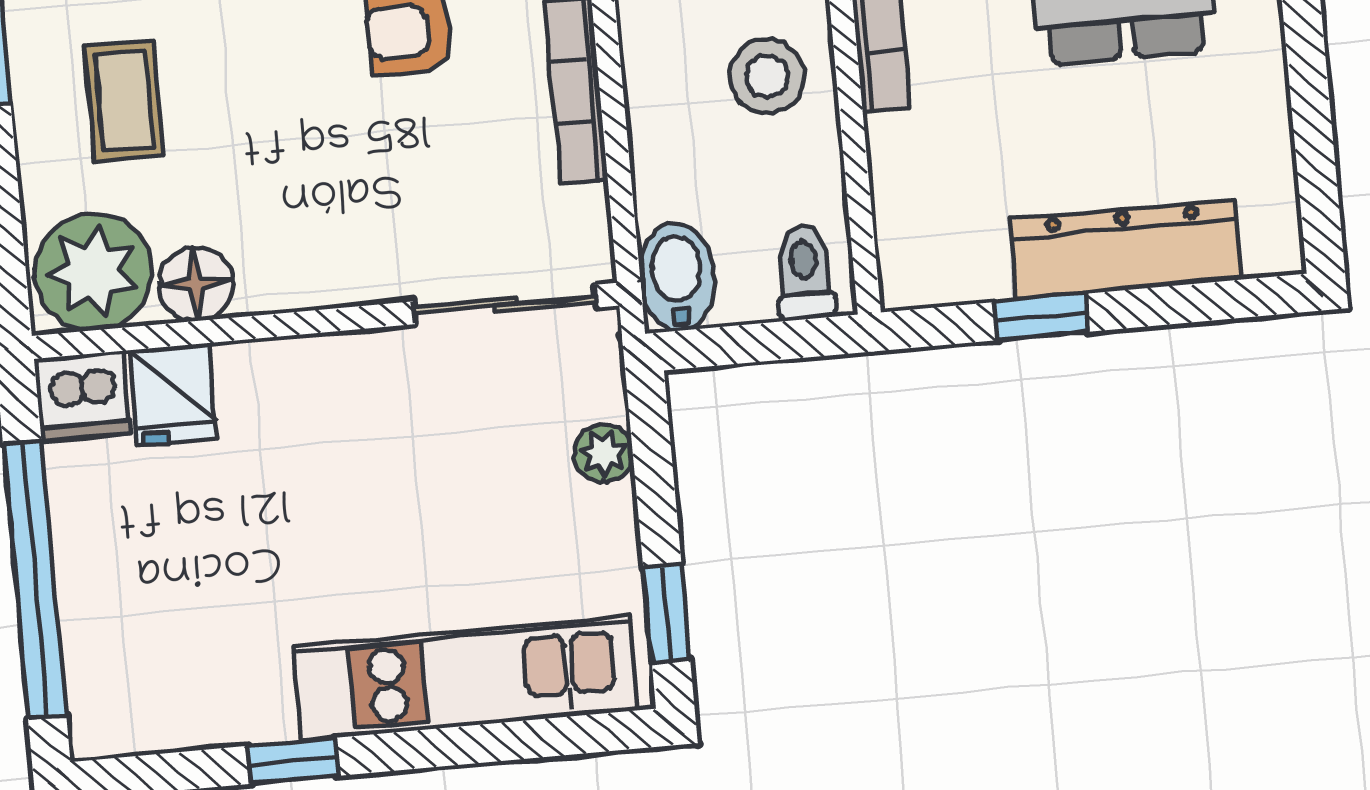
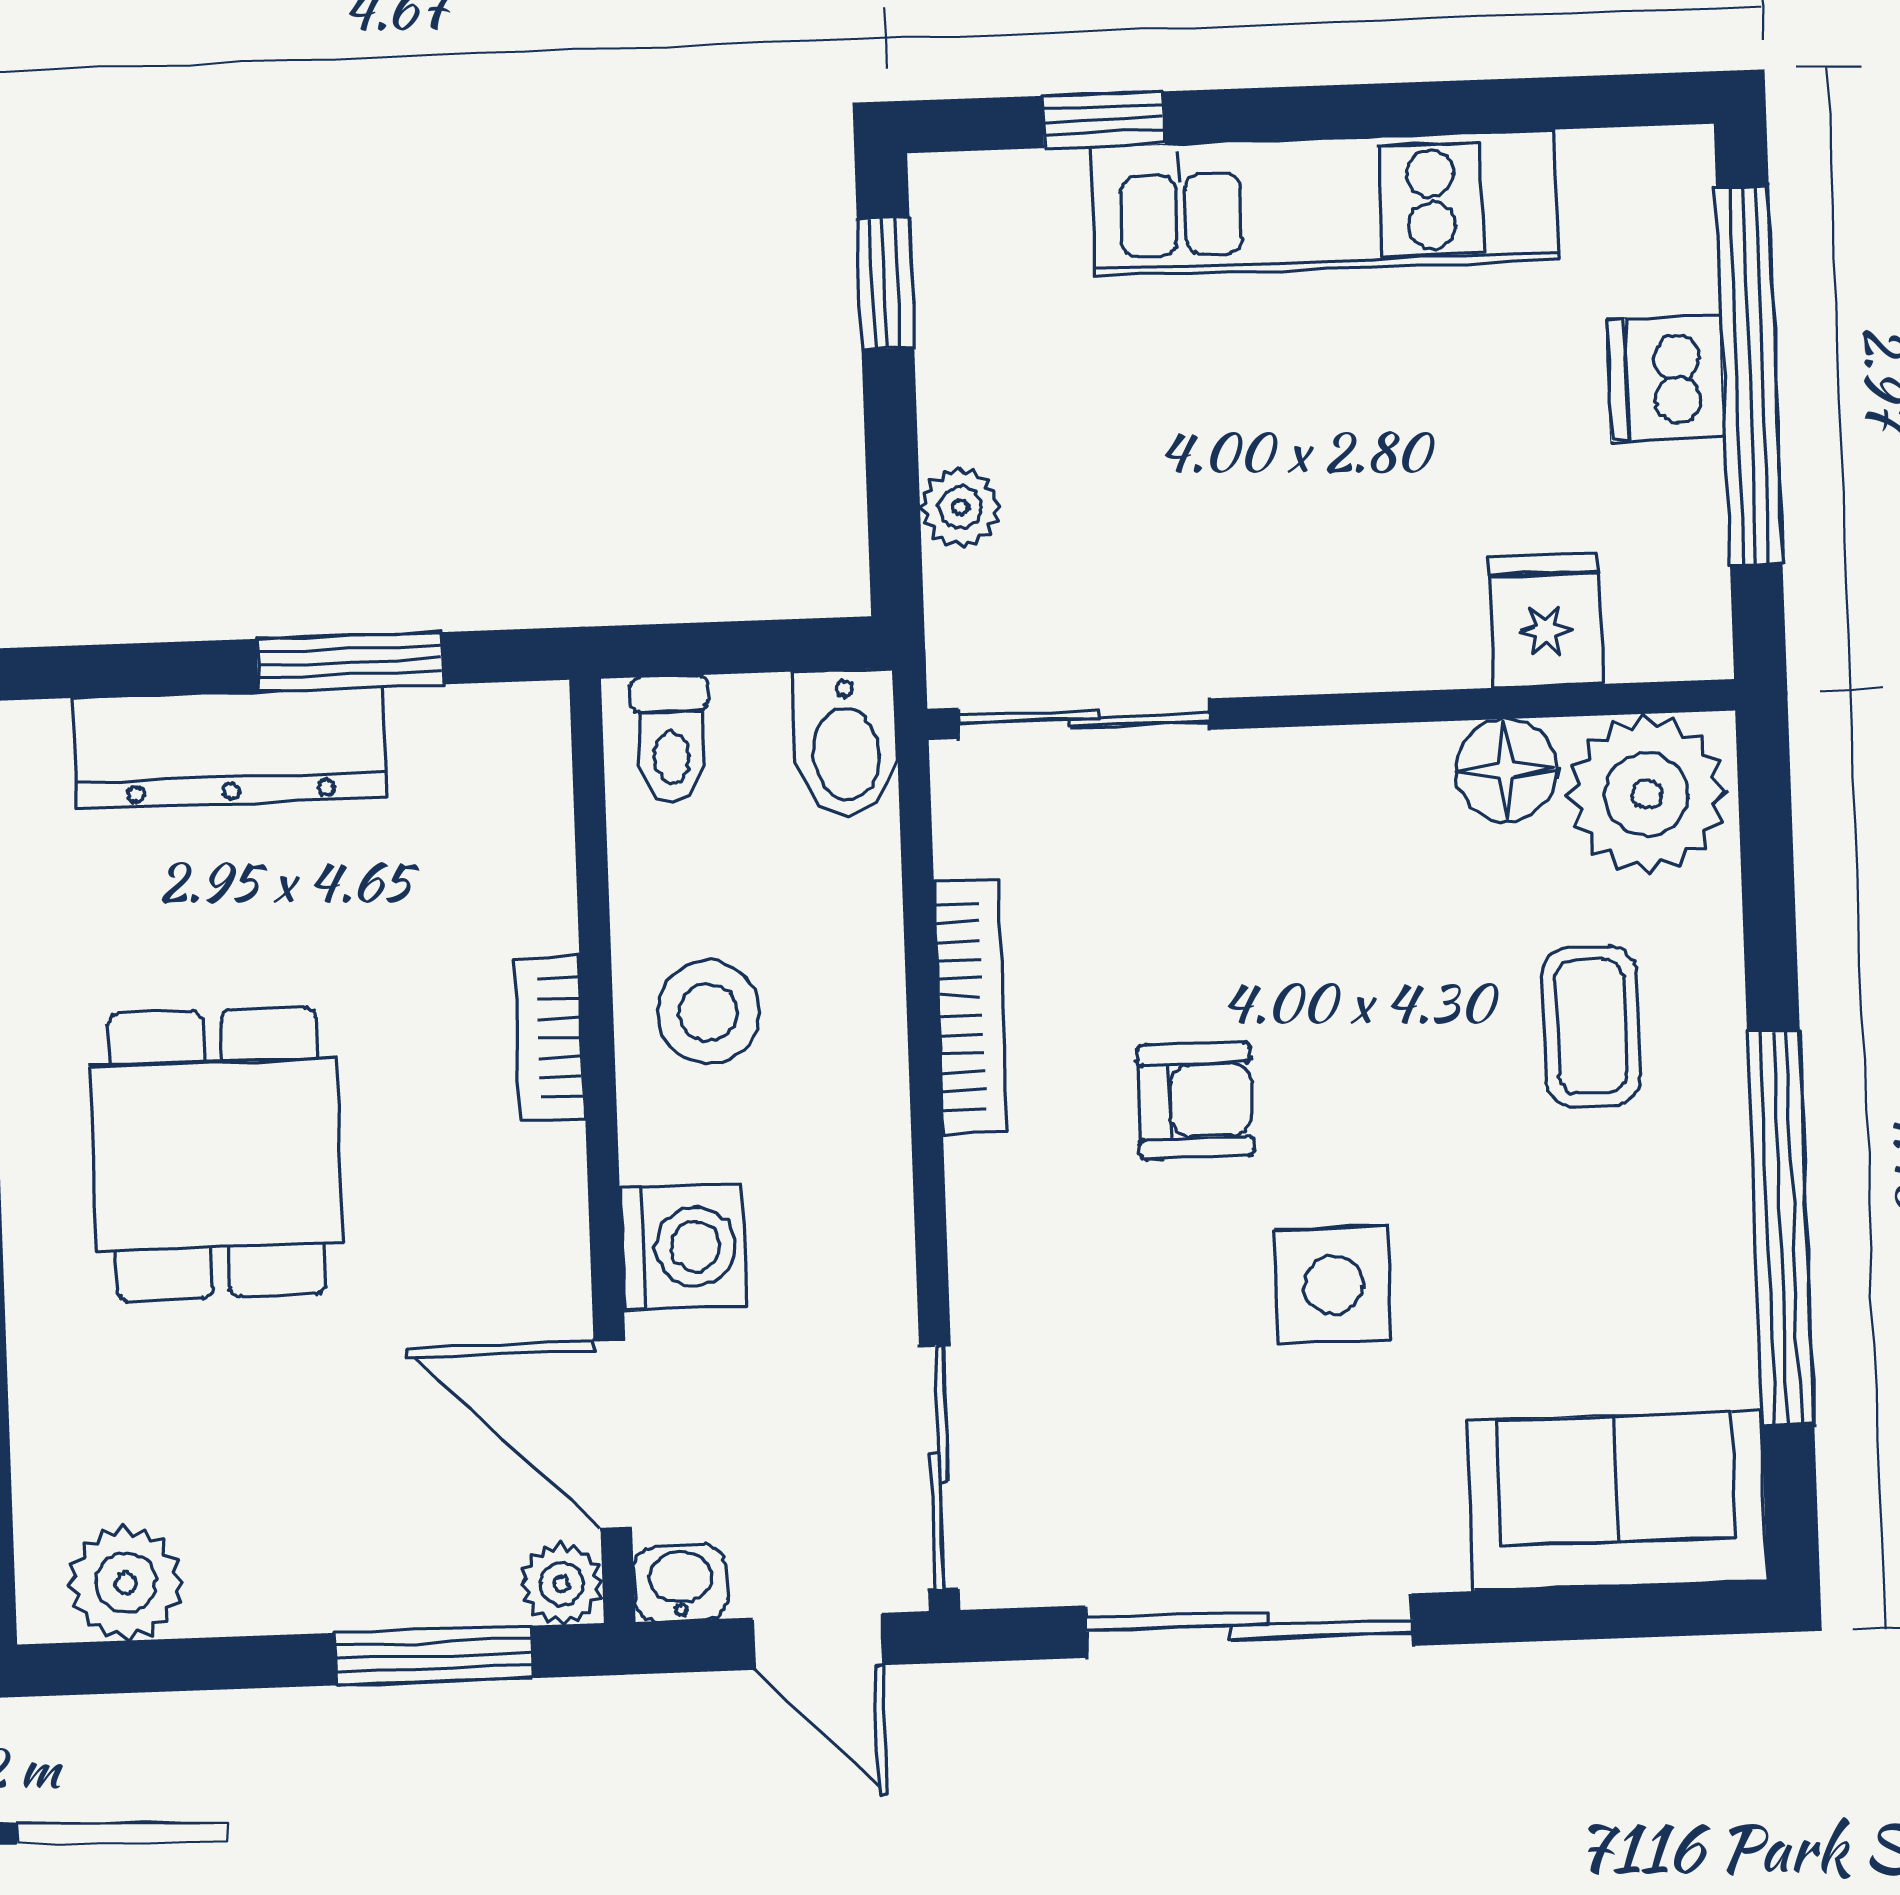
window: (1041, 317) -> (350, 662), width x1.50
dishwasher: (83, 396) -> (1666, 378), moved, turned -90
kitchen unit: (465, 678) -> (1325, 203), moved
window: (292, 761) -> (1103, 120), moved

